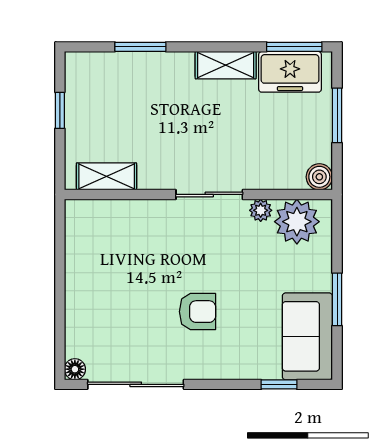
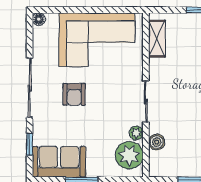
boiler: (319, 177) -> (157, 142), moved
corner sofa: (108, 274) -> (97, 40), added
sliding door: (136, 384) -> (30, 88), moved

